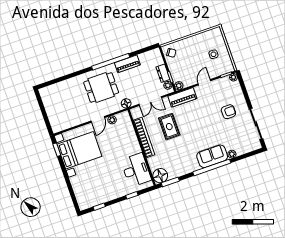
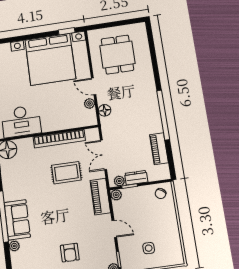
piano: (127, 64) -> (159, 149), moved
dining table: (101, 87) -> (117, 55), moved
floor lamp: (126, 103) -> (105, 110), moved
bed with nightstands: (79, 150) -> (50, 59), width x1.36

